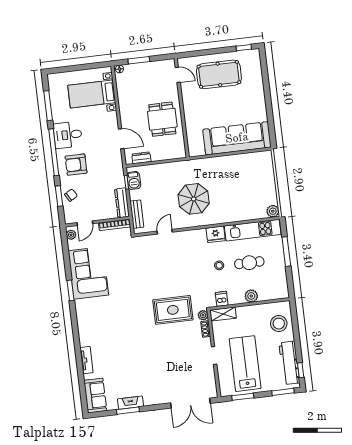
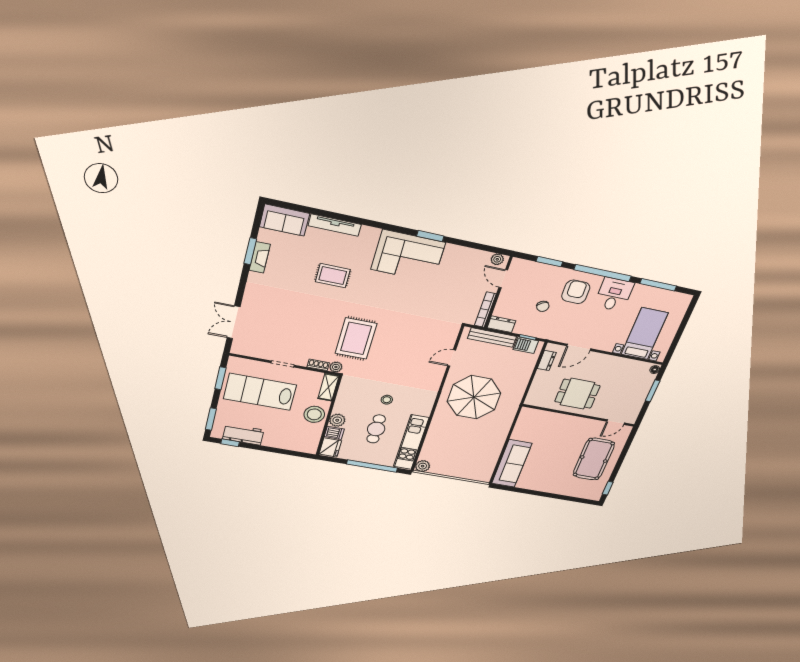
sofa: (237, 138) -> (512, 464), width x0.74, depth x0.79
chair: (71, 195) -> (543, 306), moved
parasol: (194, 199) -> (474, 397), width x1.36, depth x1.36
dresser: (122, 203) -> (501, 324), width x0.70
bench: (137, 214) -> (492, 338), width x1.36
door: (165, 232) -> (452, 358), swing flipped
fridge: (216, 234) -> (330, 447), moved, turned 180
window: (286, 252) -> (372, 466), width x1.46
corner sofa: (88, 273) -> (408, 256), moved
dishwasher: (222, 299) -> (334, 433), moved
stool: (279, 324) -> (314, 414), moved
rug: (127, 346) -> (333, 276), added
tv unit: (86, 360) -> (335, 225), width x1.41
workbench: (289, 363) -> (243, 435), width x0.73
lab bench: (245, 364) -> (260, 392), turned 180
double door: (190, 403) -> (234, 322), width x0.73

